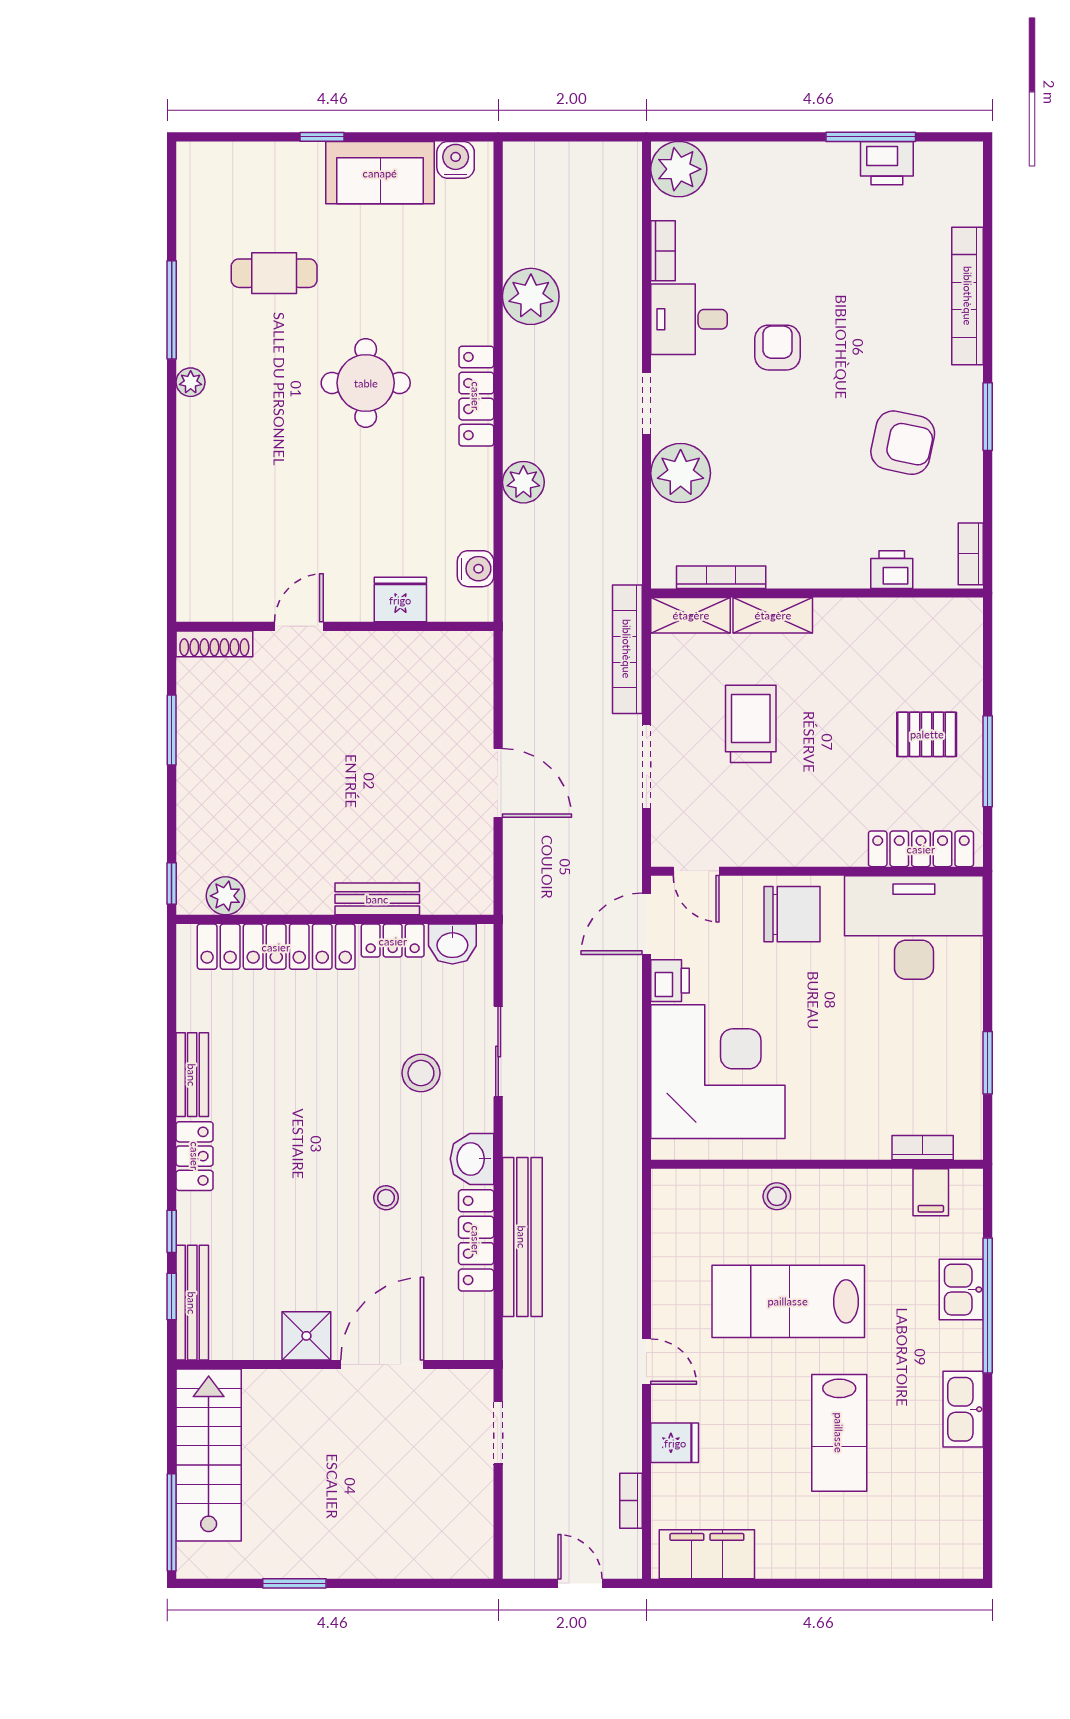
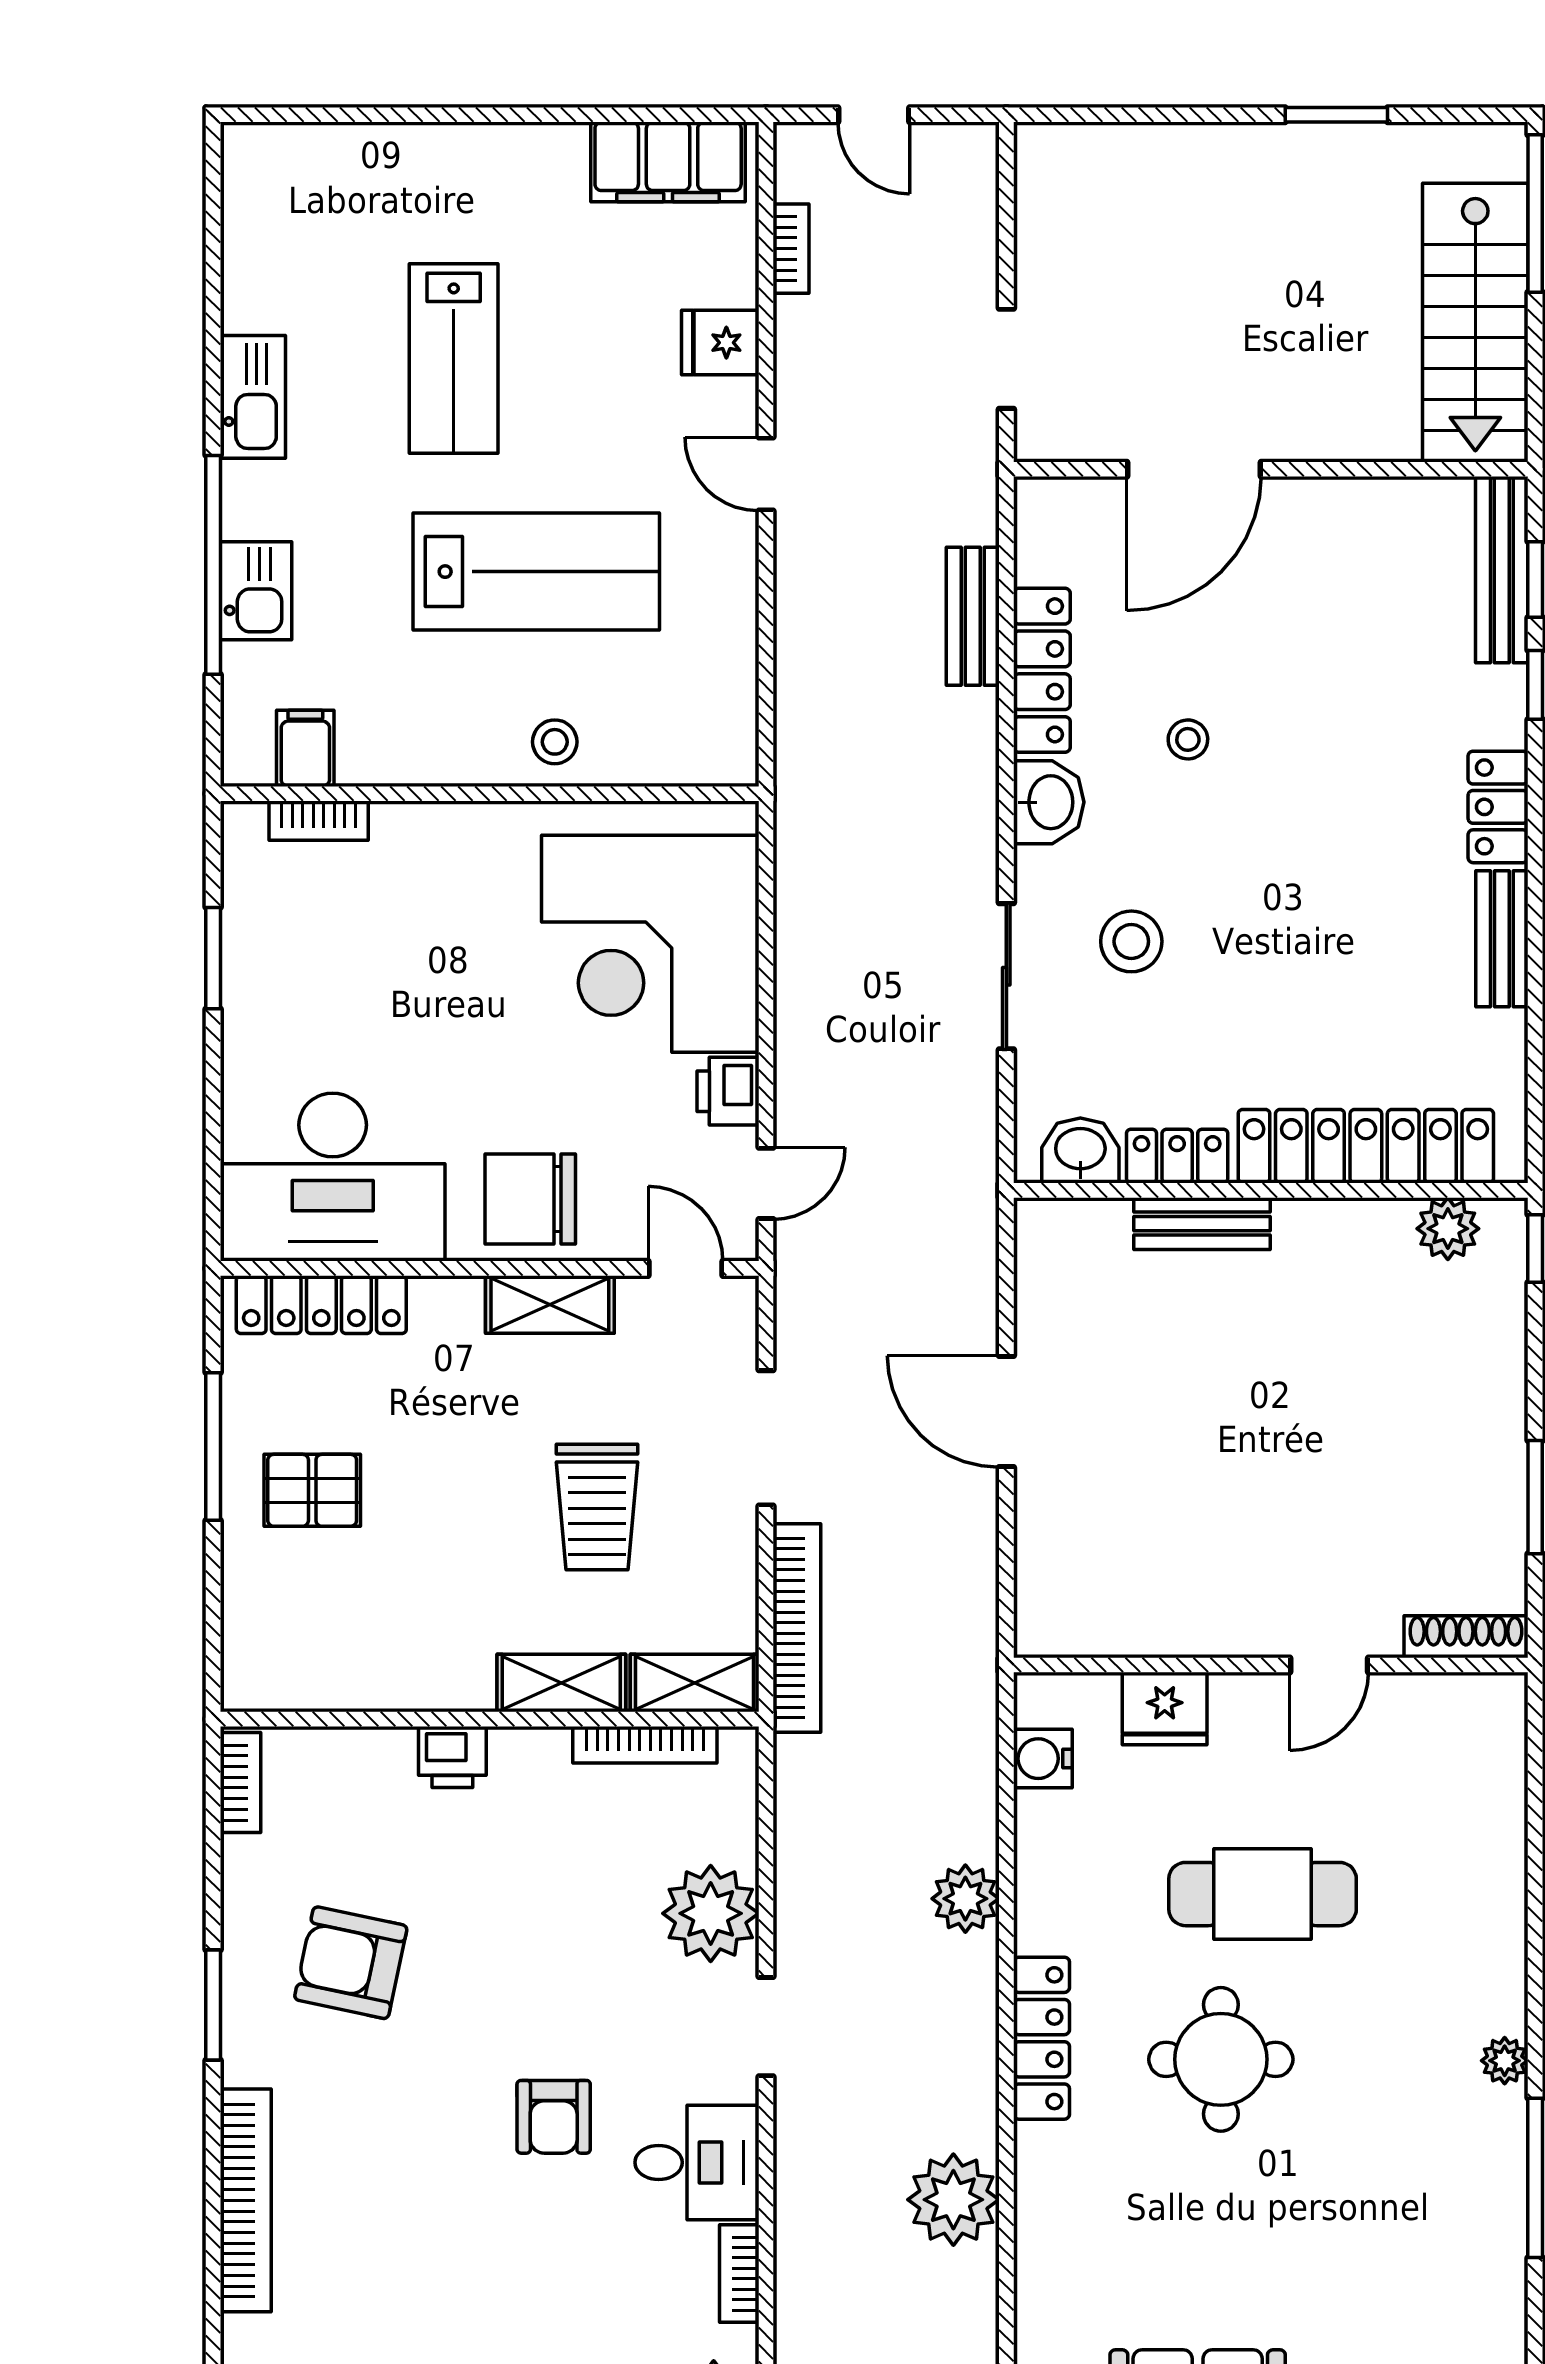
cafe table: (274, 273) -> (1263, 1894), moved, width x1.37, depth x1.35
printer: (892, 570) -> (452, 1757), moved
shelving: (780, 849) -> (550, 1305), added
door: (646, 924) -> (766, 1183), width x0.73
bench: (522, 1237) -> (973, 616), width x0.54, depth x0.82
shower: (306, 1336) -> (1317, 516), removed
lab bench: (839, 1433) -> (454, 359), turned 180

